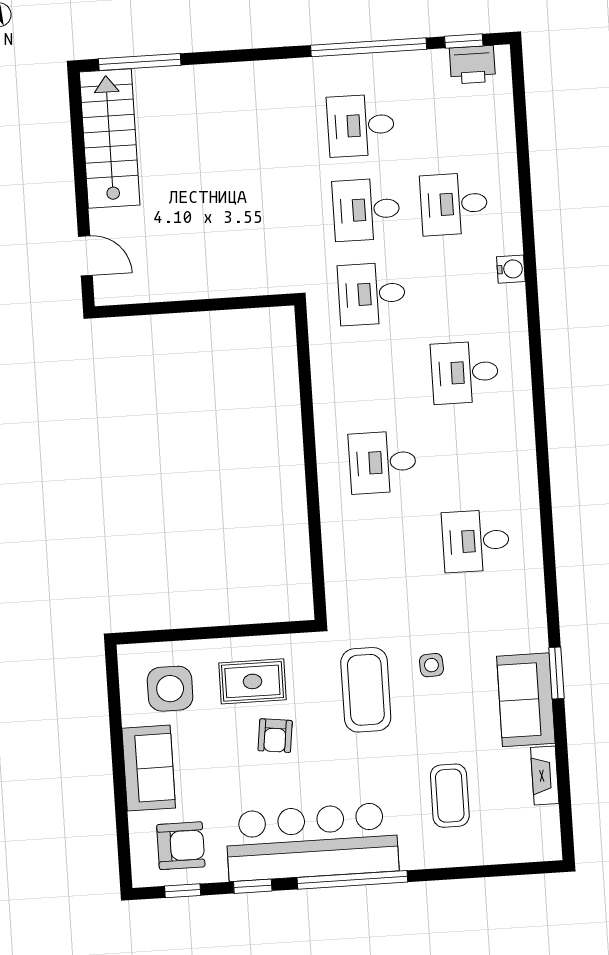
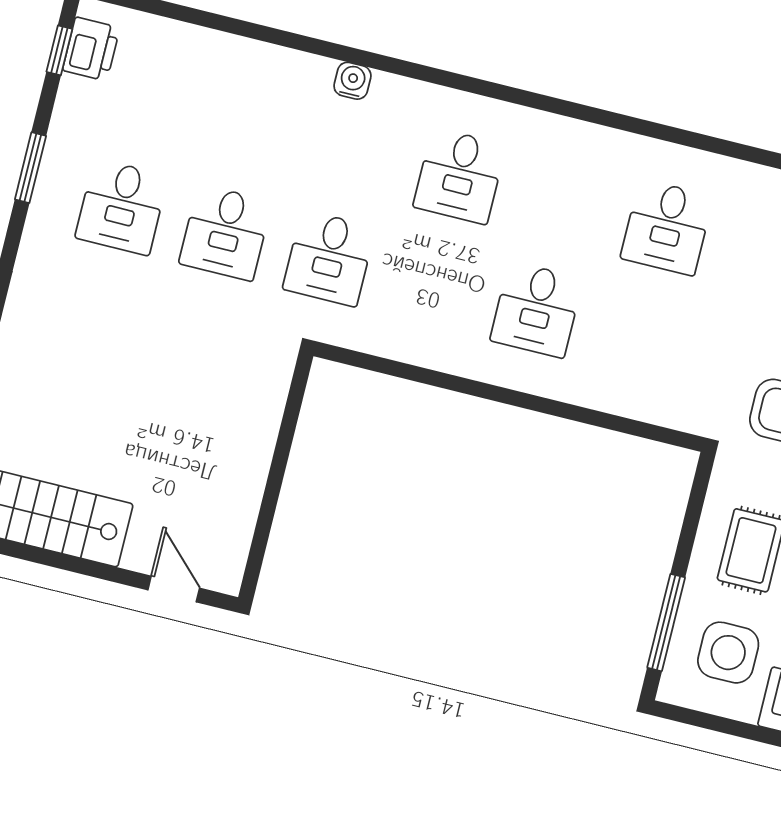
window: (369, 47) -> (30, 168), width x0.47
desk: (454, 204) -> (252, 125), removed
door: (85, 256) -> (174, 589), hinge flipped
window: (178, 635) -> (666, 623), added

